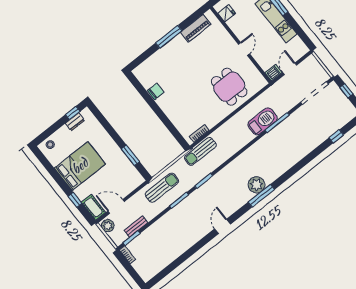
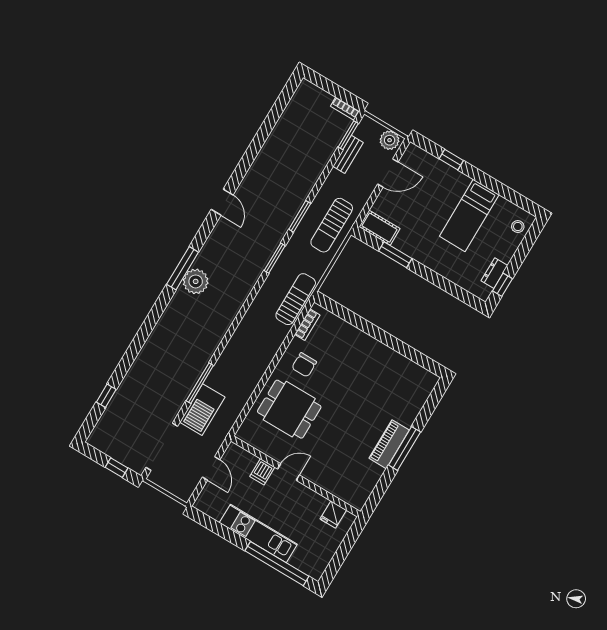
piano: (196, 28) -> (389, 444), moved
door: (244, 49) -> (288, 472), swing flipped
dishwasher: (274, 73) -> (262, 472), moved
chair: (156, 91) -> (304, 365), moved
barbecue: (262, 121) -> (202, 410), moved
bed: (80, 166) -> (469, 215), width x0.67
cot: (93, 207) -> (380, 228), moved

